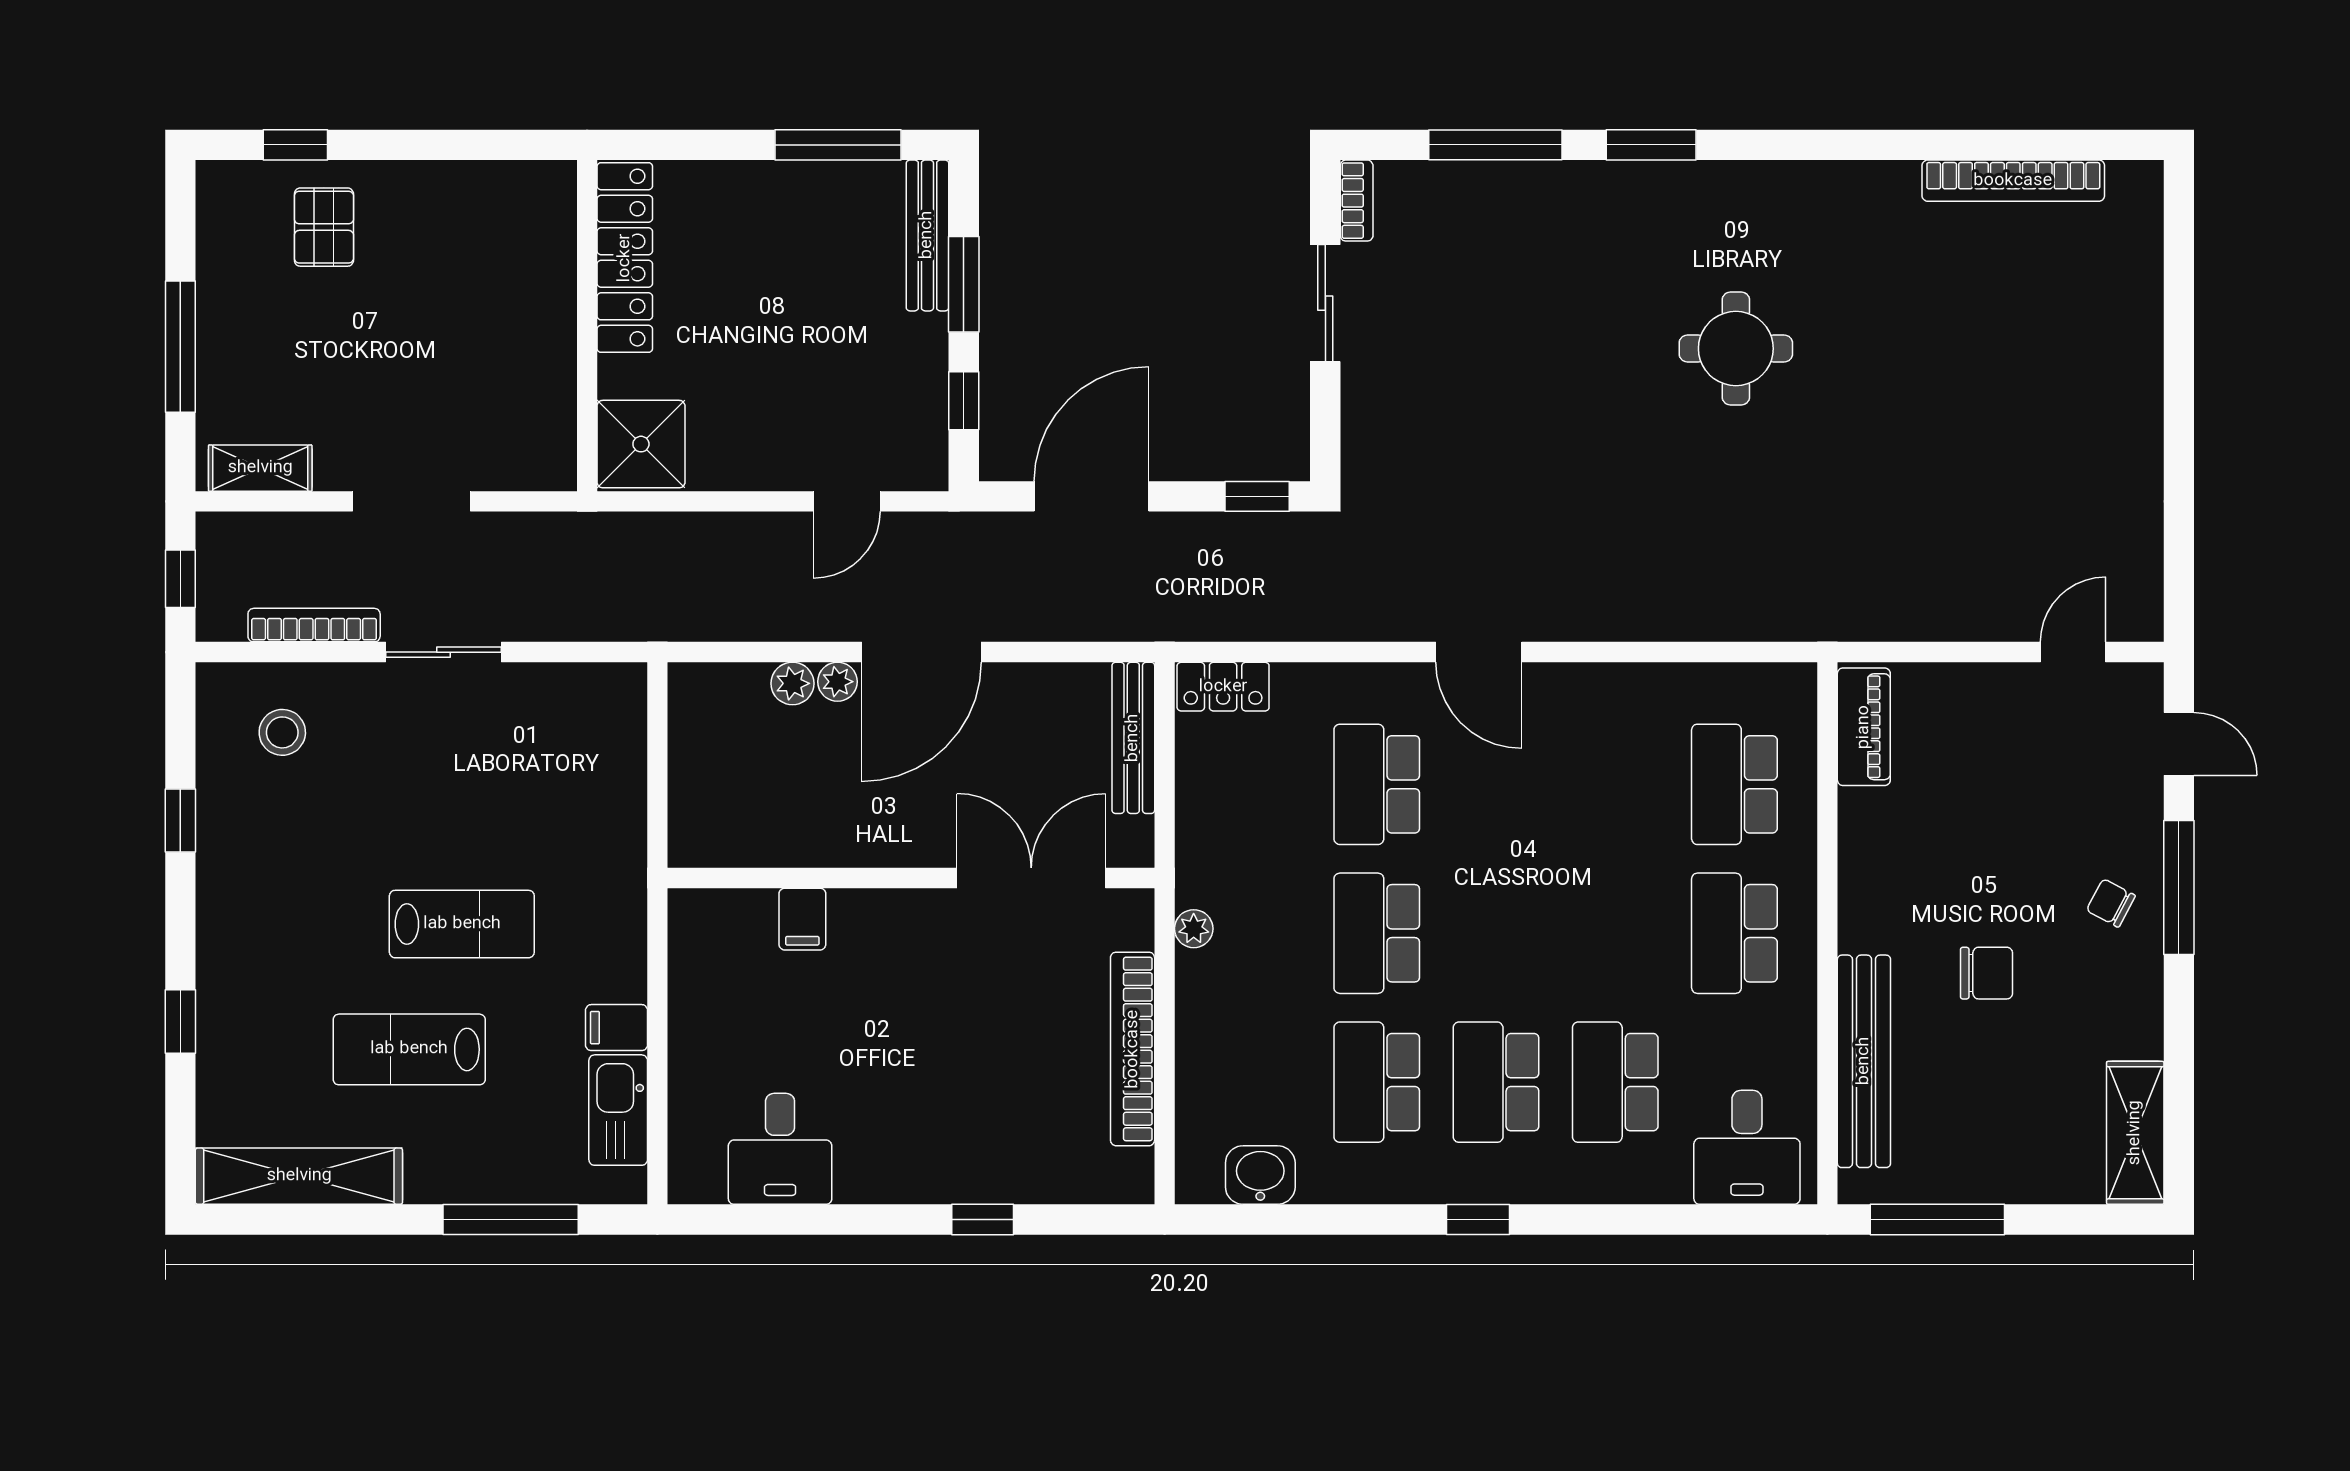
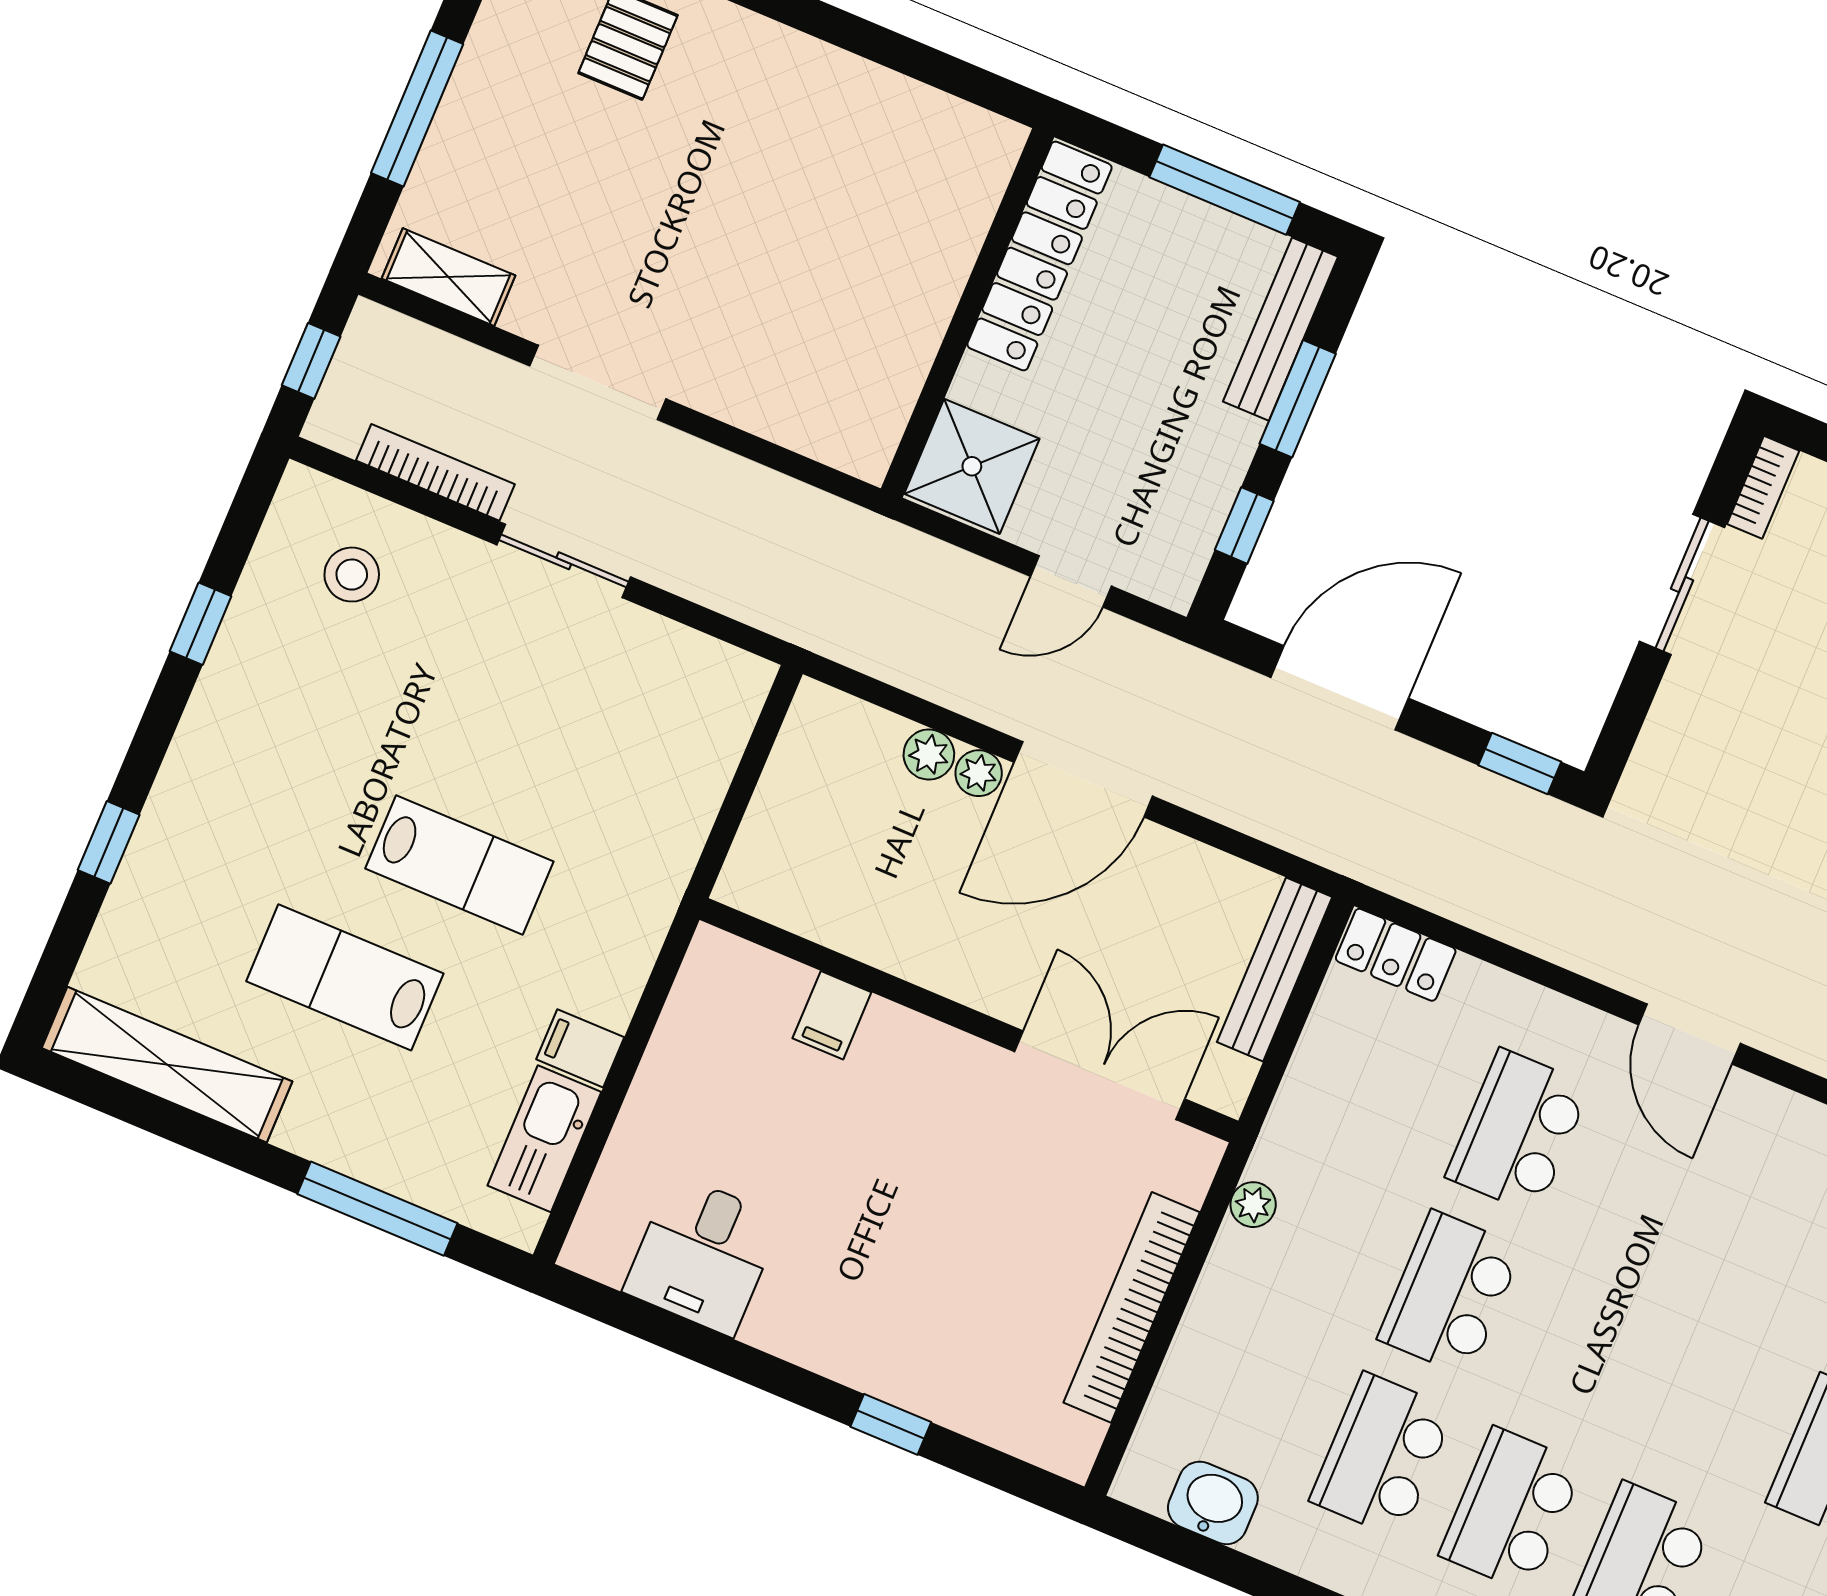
locker: (625, 258) -> (1039, 256), moved
wall: (587, 326) -> (967, 313), moved
shower: (641, 444) -> (972, 466), moved

